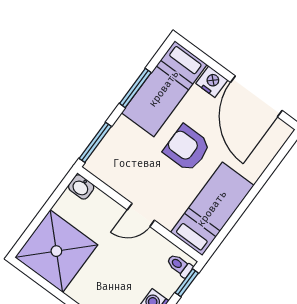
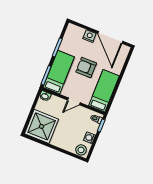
bed: (164, 89) -> (59, 72), moved, turned 180

